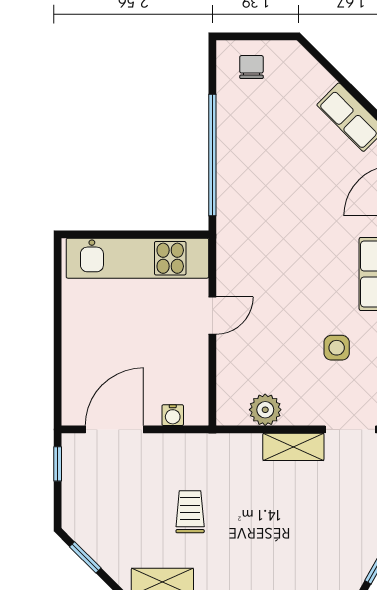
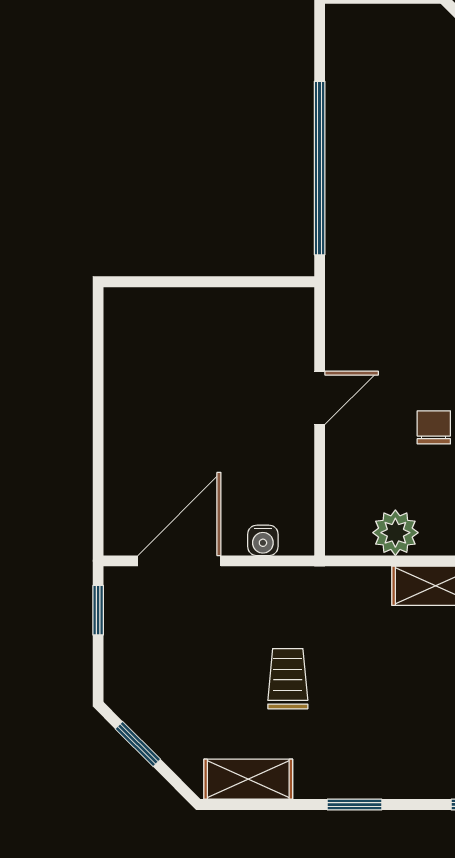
chair: (251, 67) -> (434, 427), moved
kitchen unit: (137, 258) -> (212, 316), removed

